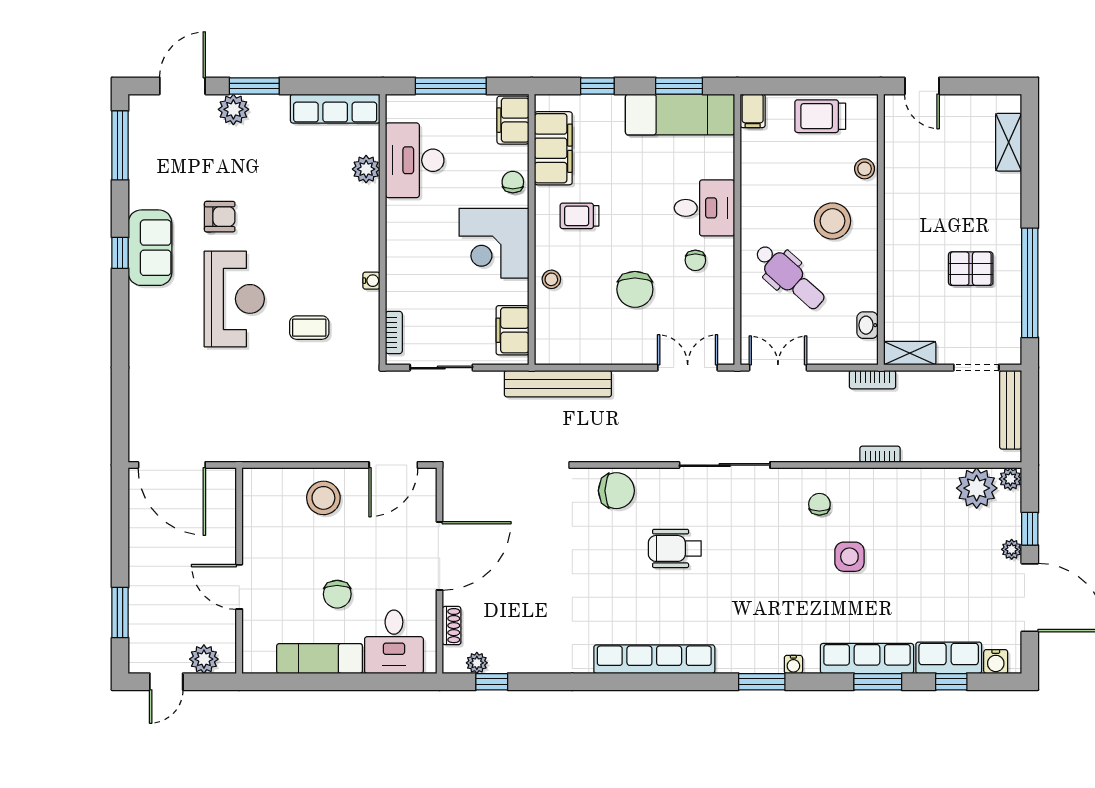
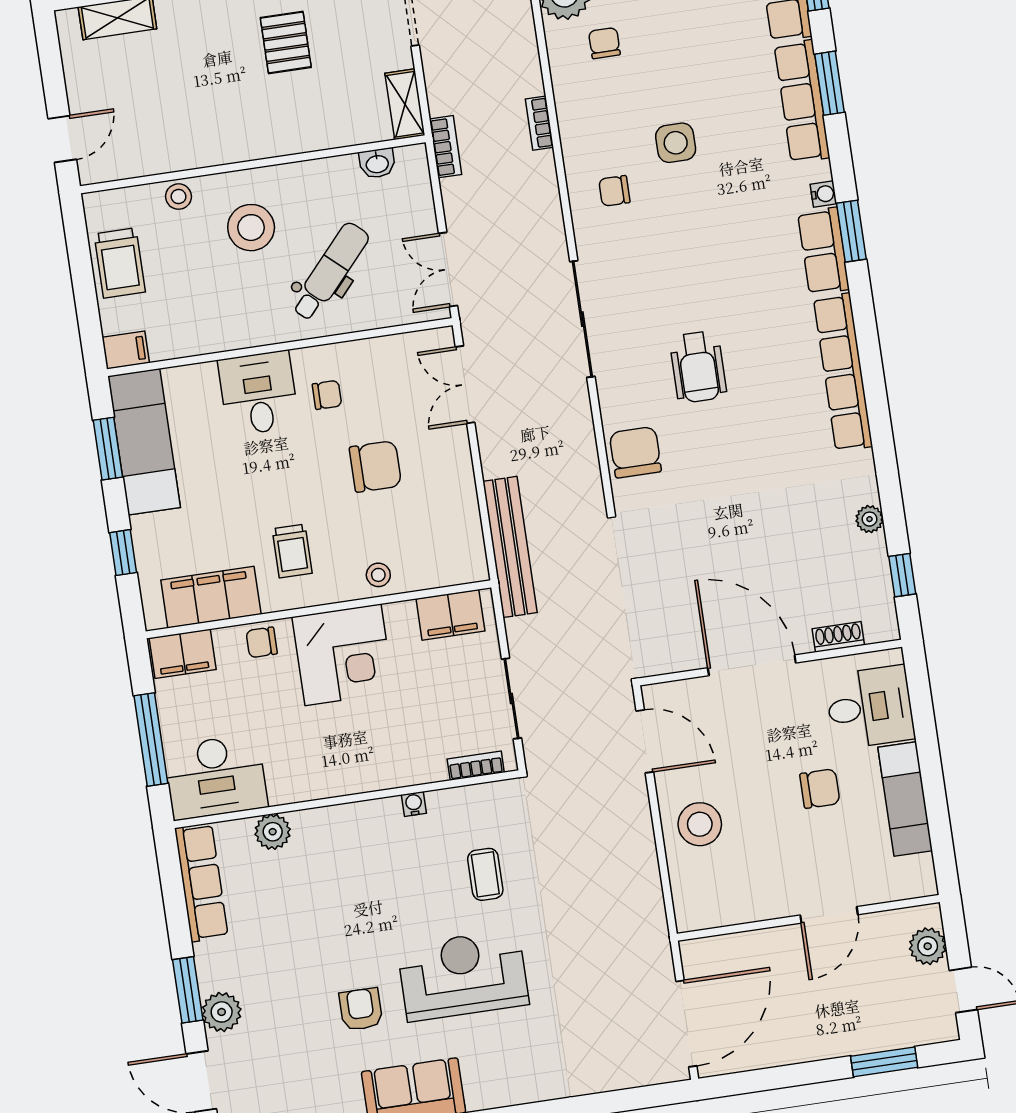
desk: (415, 160) -> (215, 777), moved
chair: (934, 513) -> (604, 43), added
row of seats: (750, 658) -> (824, 251), added
plant: (477, 663) -> (869, 519), moved

